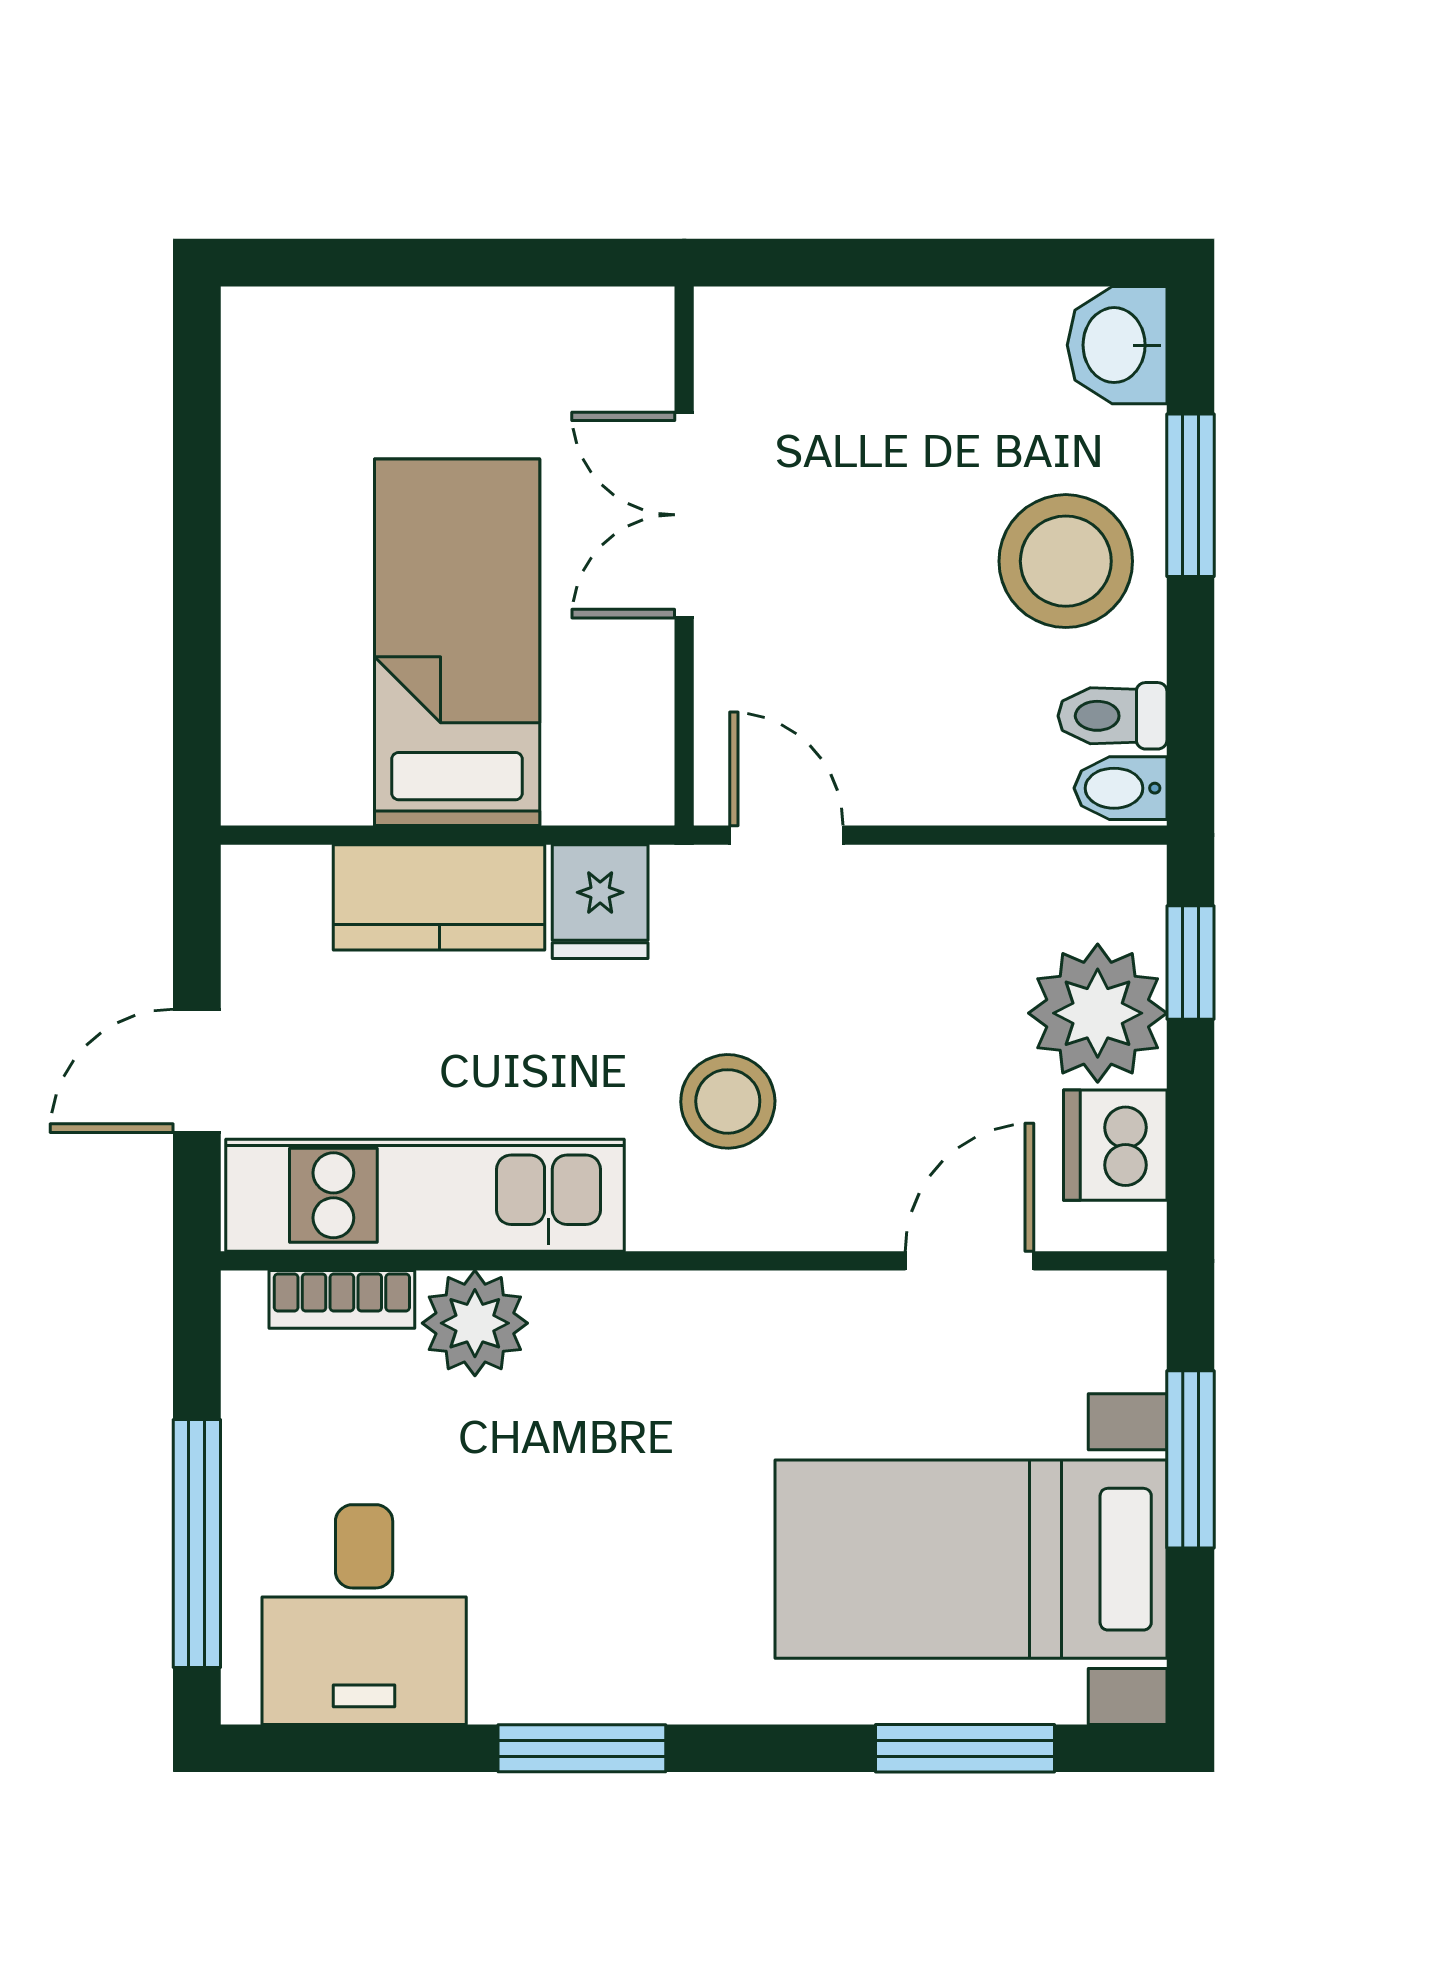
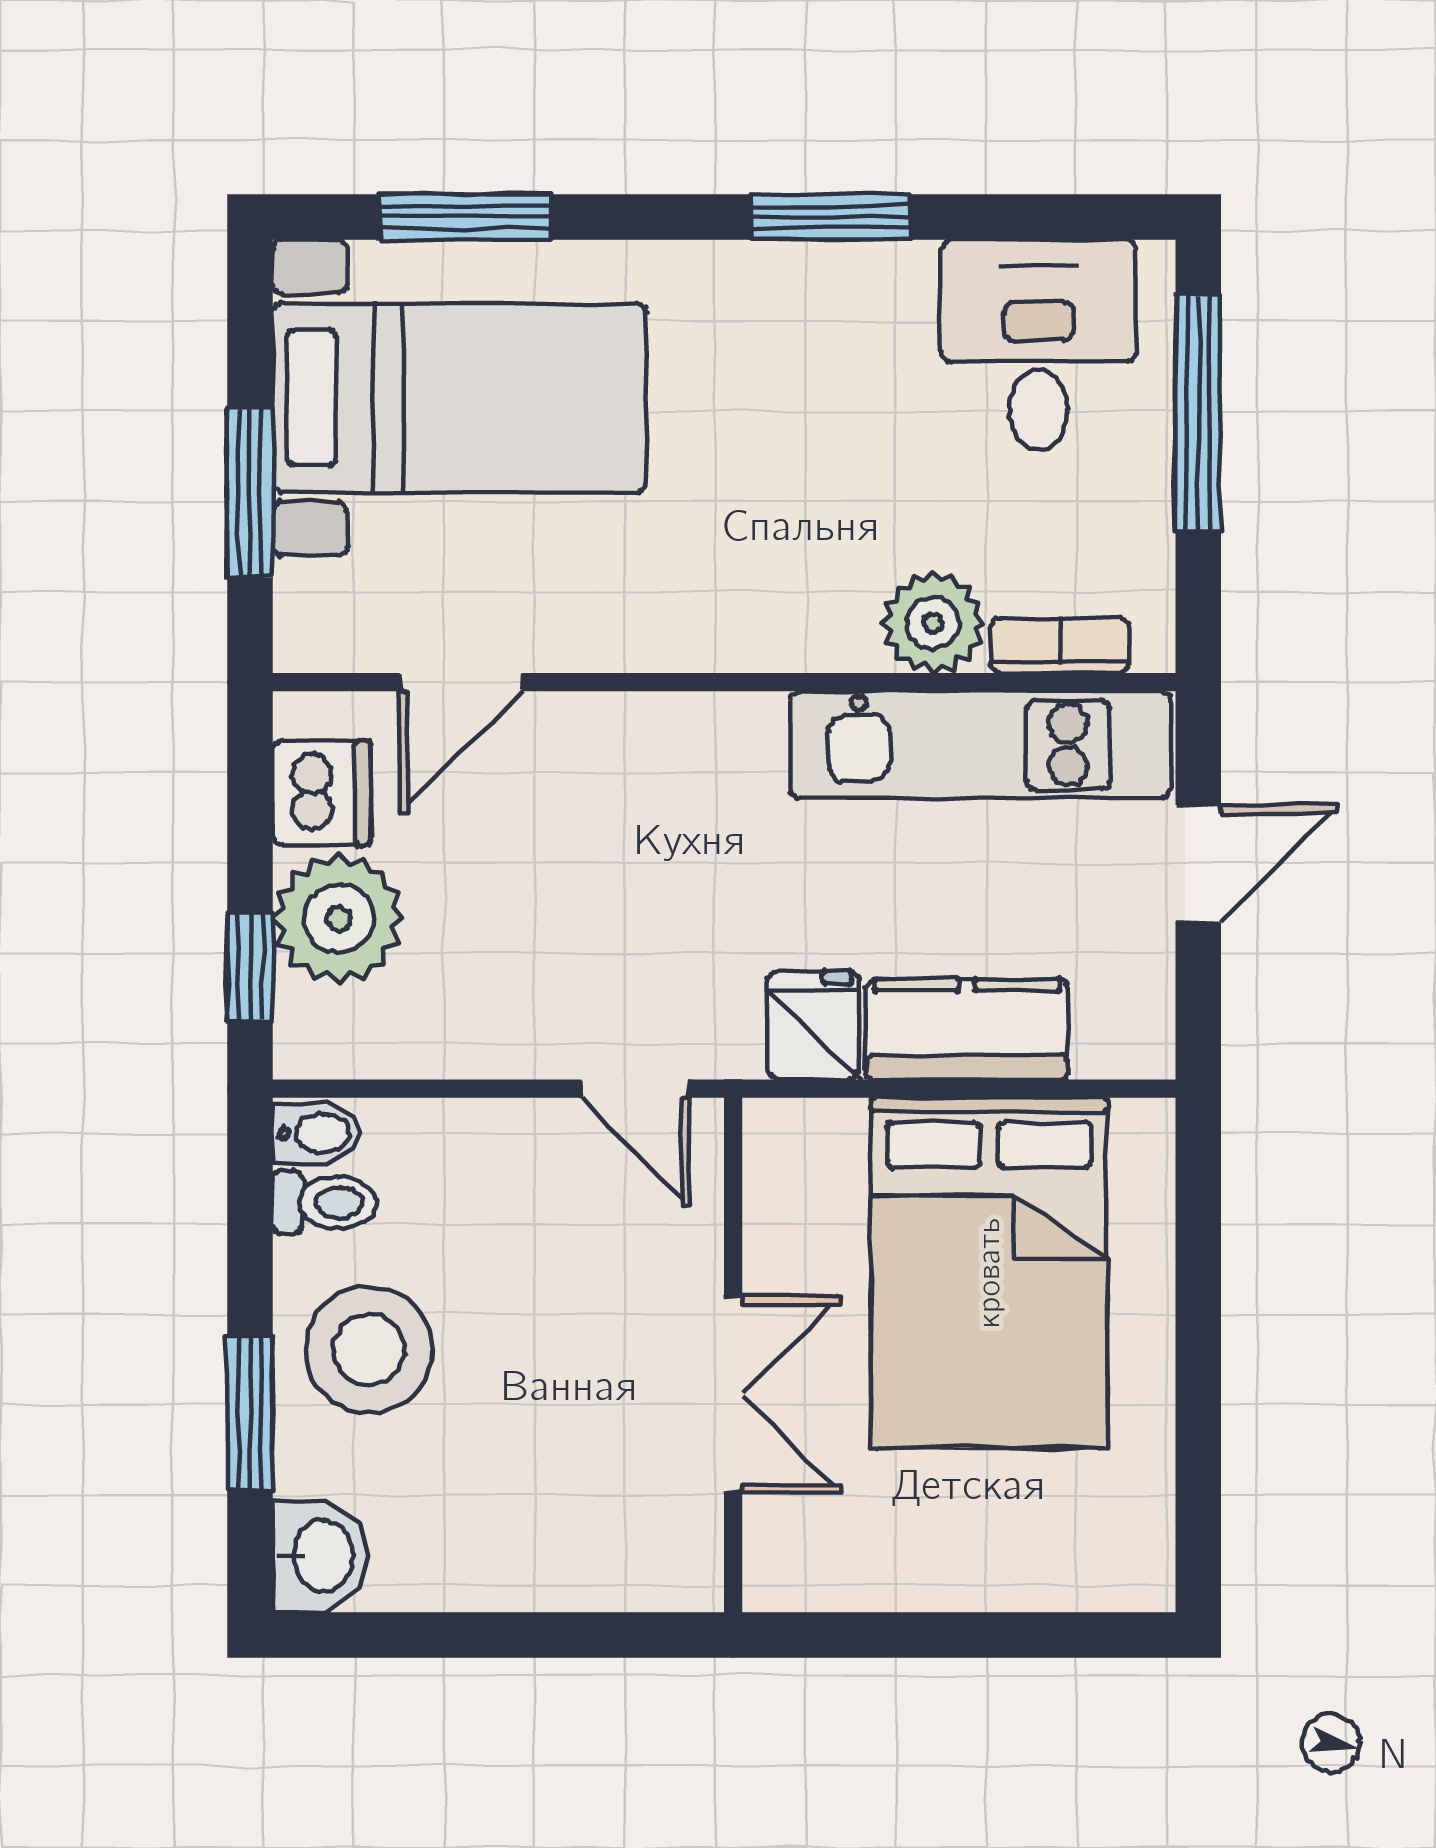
bed: (457, 642) -> (989, 1273), width x1.50
stool: (728, 1101) -> (691, 834), removed

